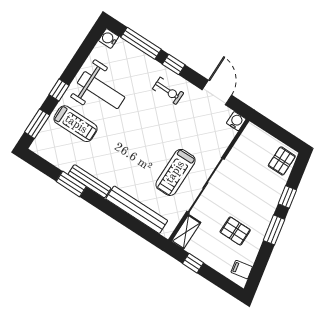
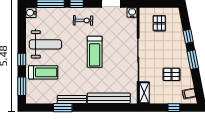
pallet: (282, 161) -> (159, 23), moved
treadmill: (175, 172) -> (95, 52), moved
window: (193, 263) -> (174, 108), moved

